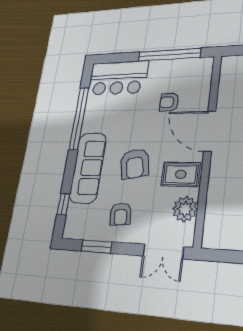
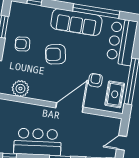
sofa: (88, 168) -> (76, 22), moved
rug: (181, 174) -> (115, 94), moved

